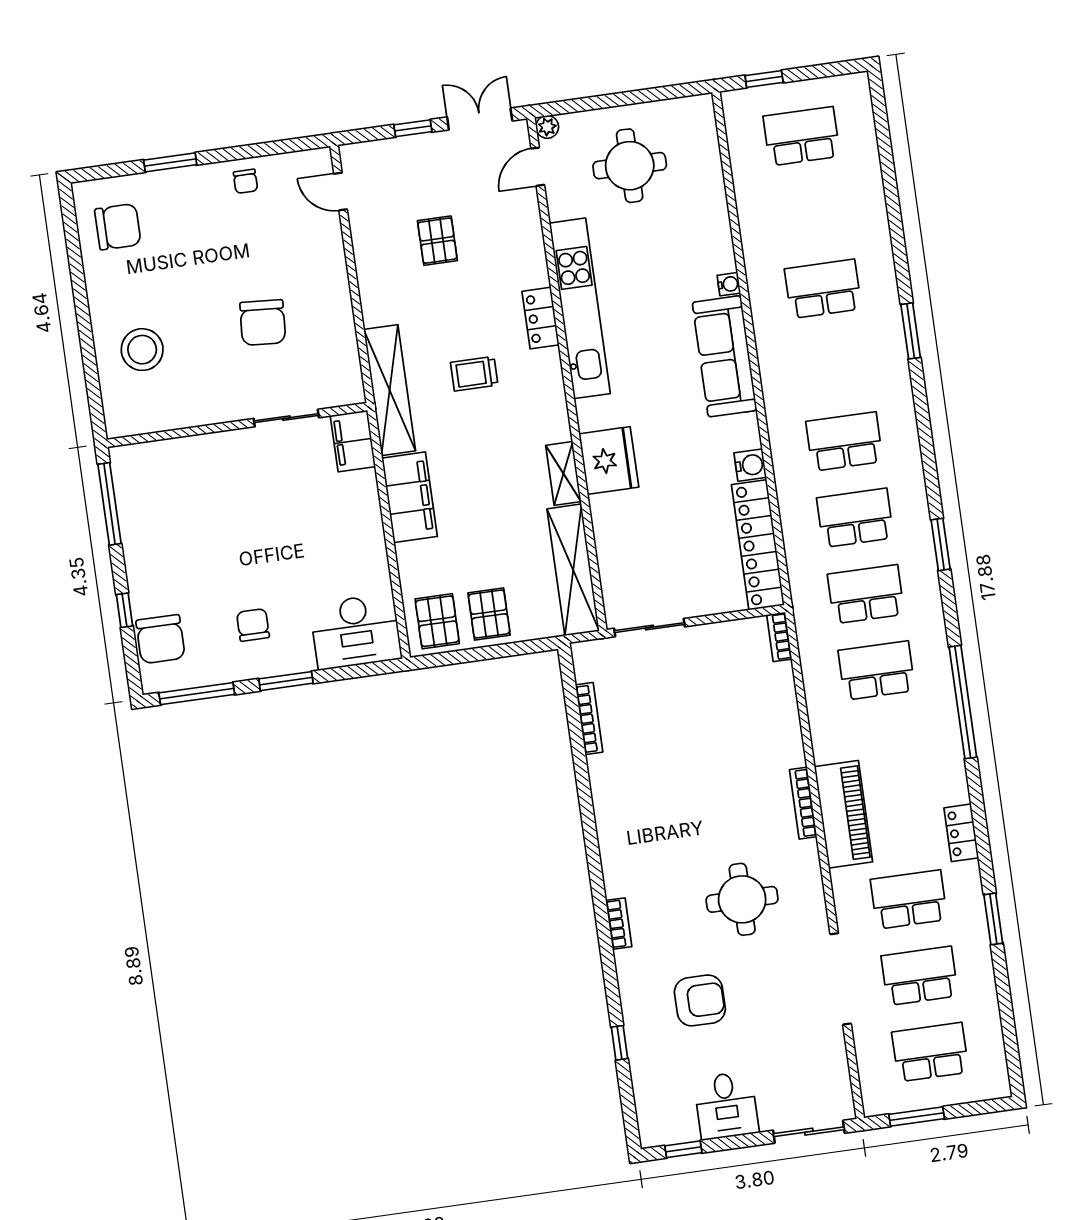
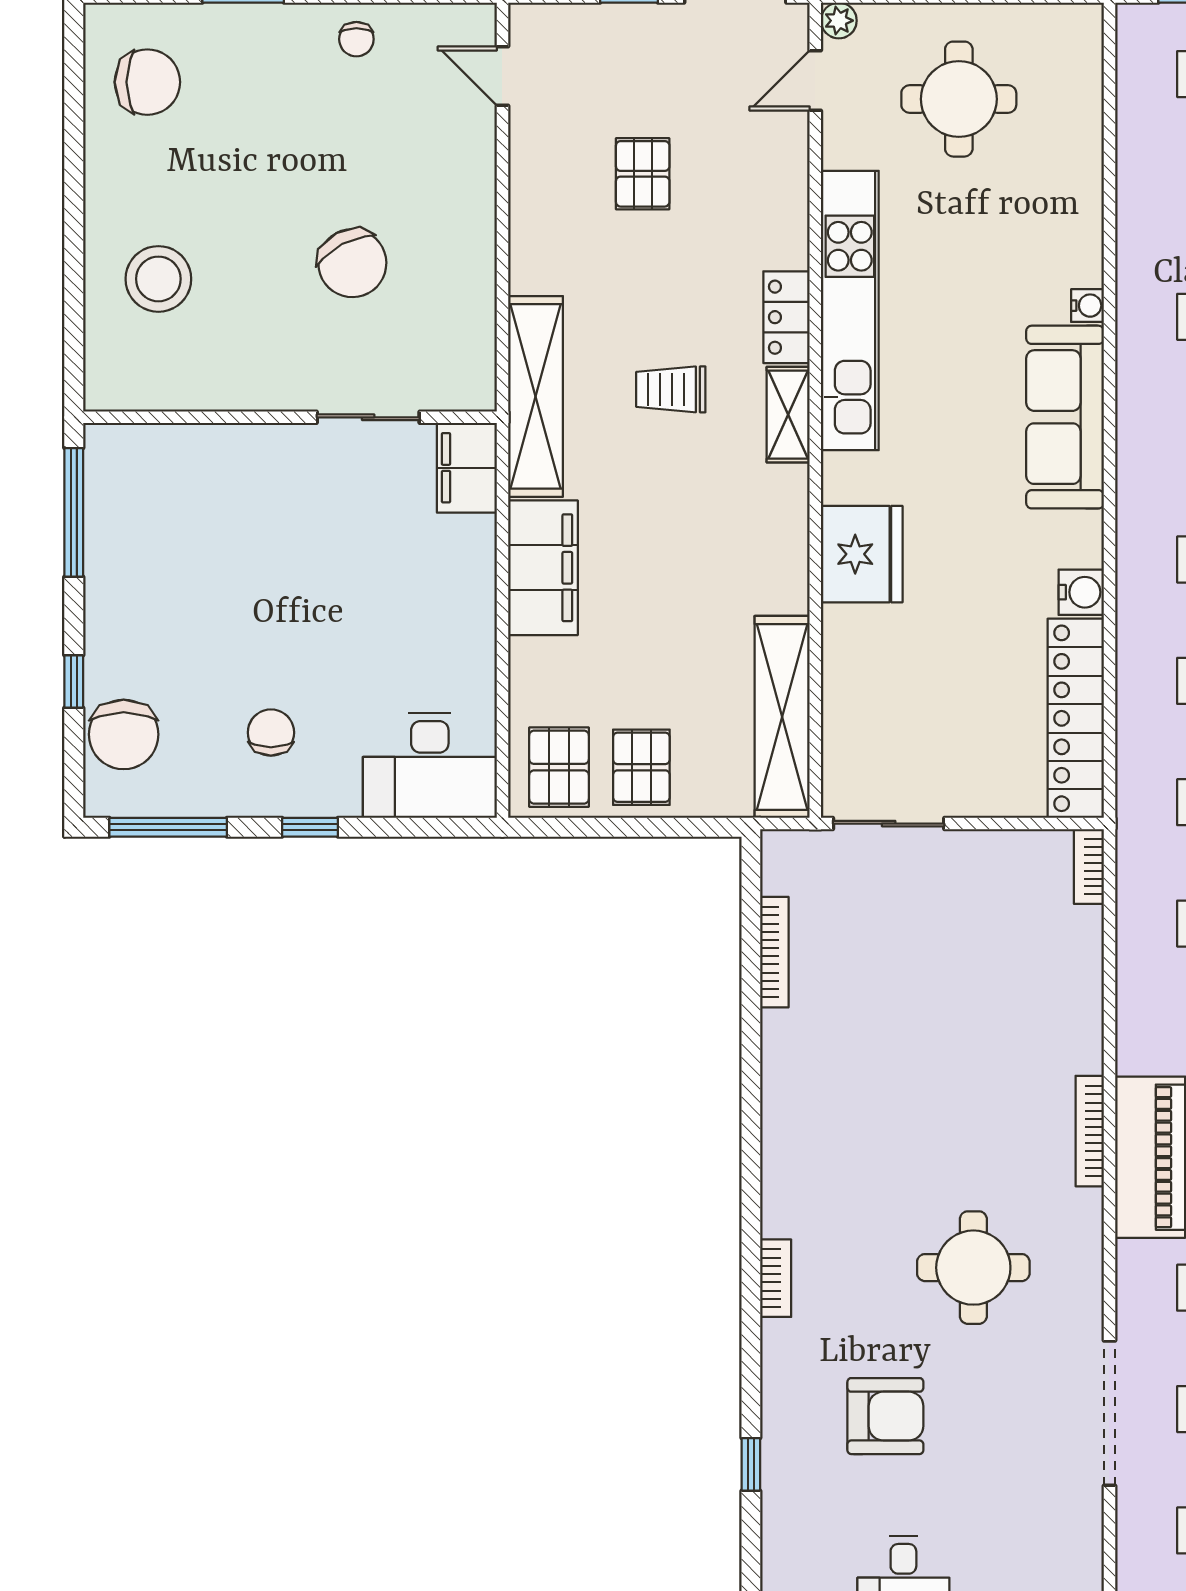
chair: (263, 323) -> (352, 263), turned -32
shelving: (563, 473) -> (788, 415), moved
window: (286, 681) -> (310, 827), width x0.67

